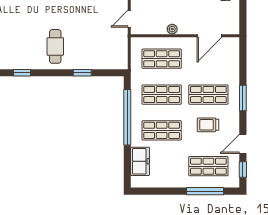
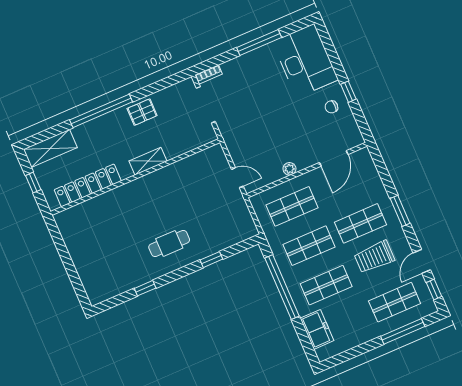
door: (129, 19) -> (237, 178), swing flipped
cafe table: (55, 46) -> (169, 243), turned 90
trolley: (208, 125) -> (374, 257), width x1.36, depth x1.39

